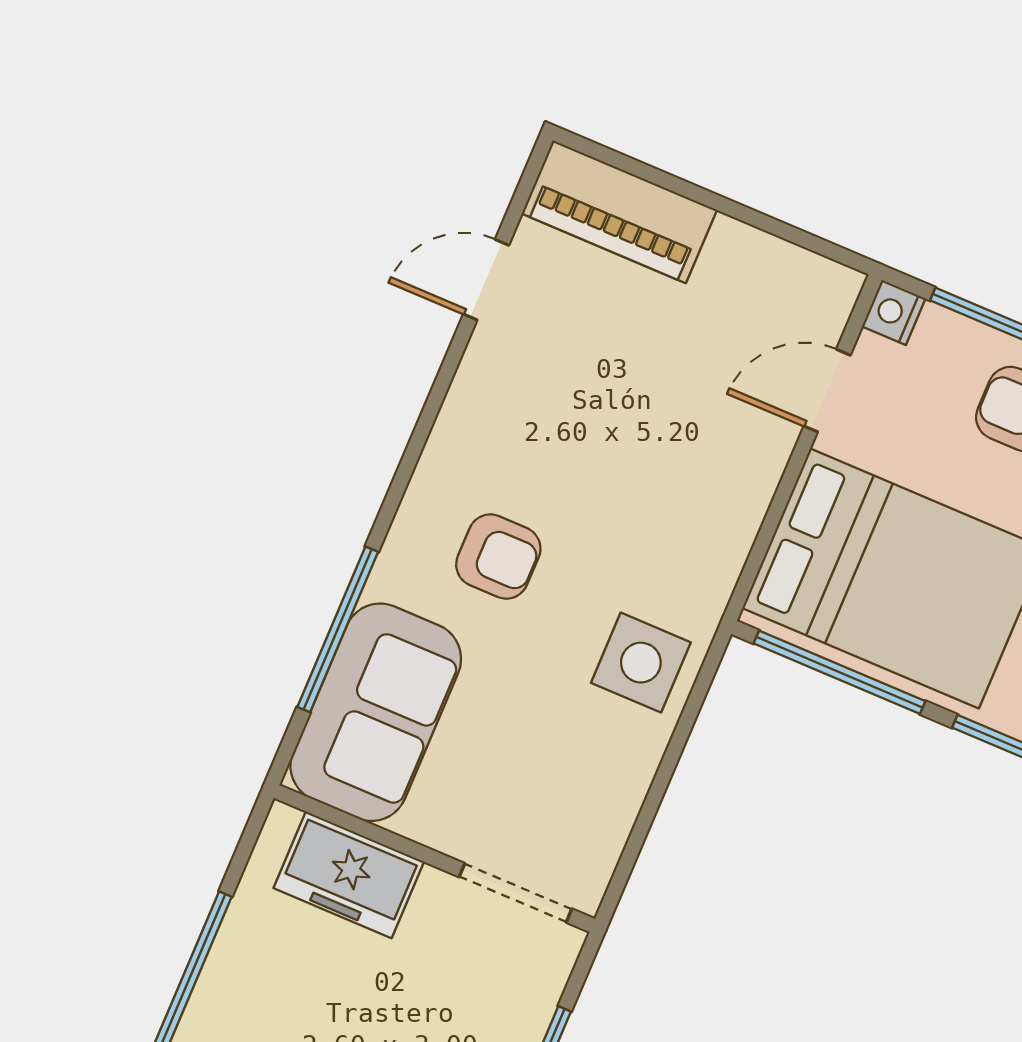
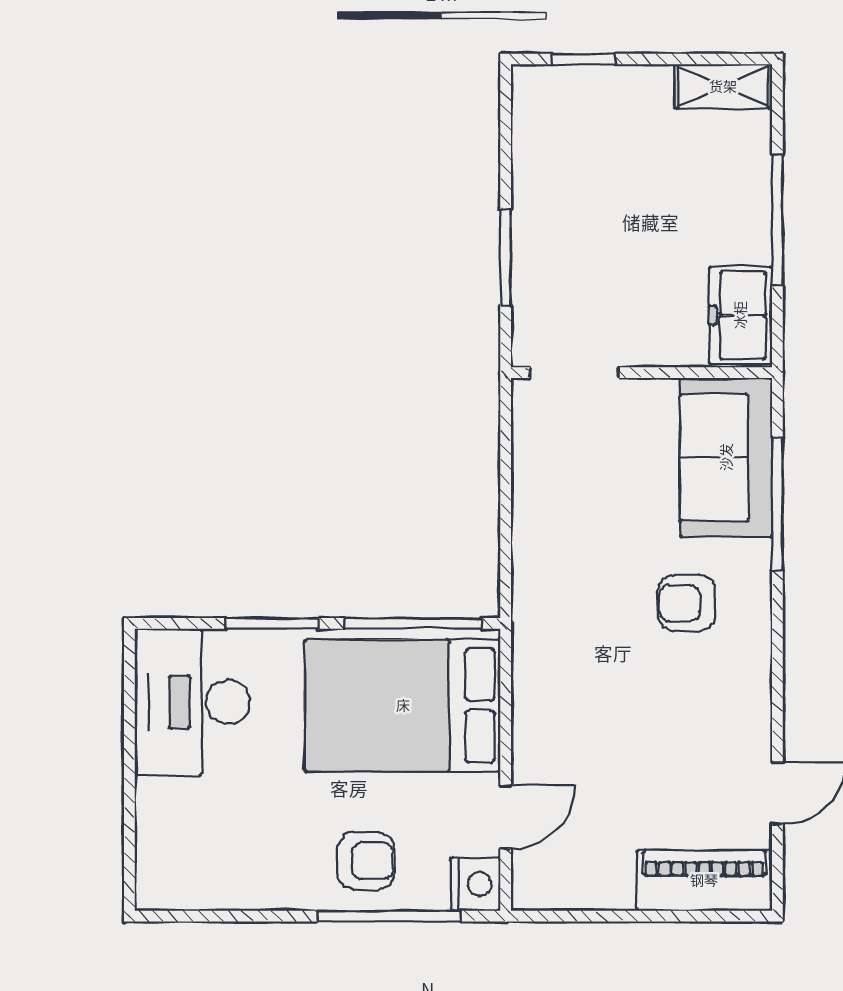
nightstand: (894, 312) -> (476, 884), width x1.39, depth x1.35
side table: (641, 663) -> (555, 571), removed
freezer: (349, 875) -> (740, 315), moved, turned -90

